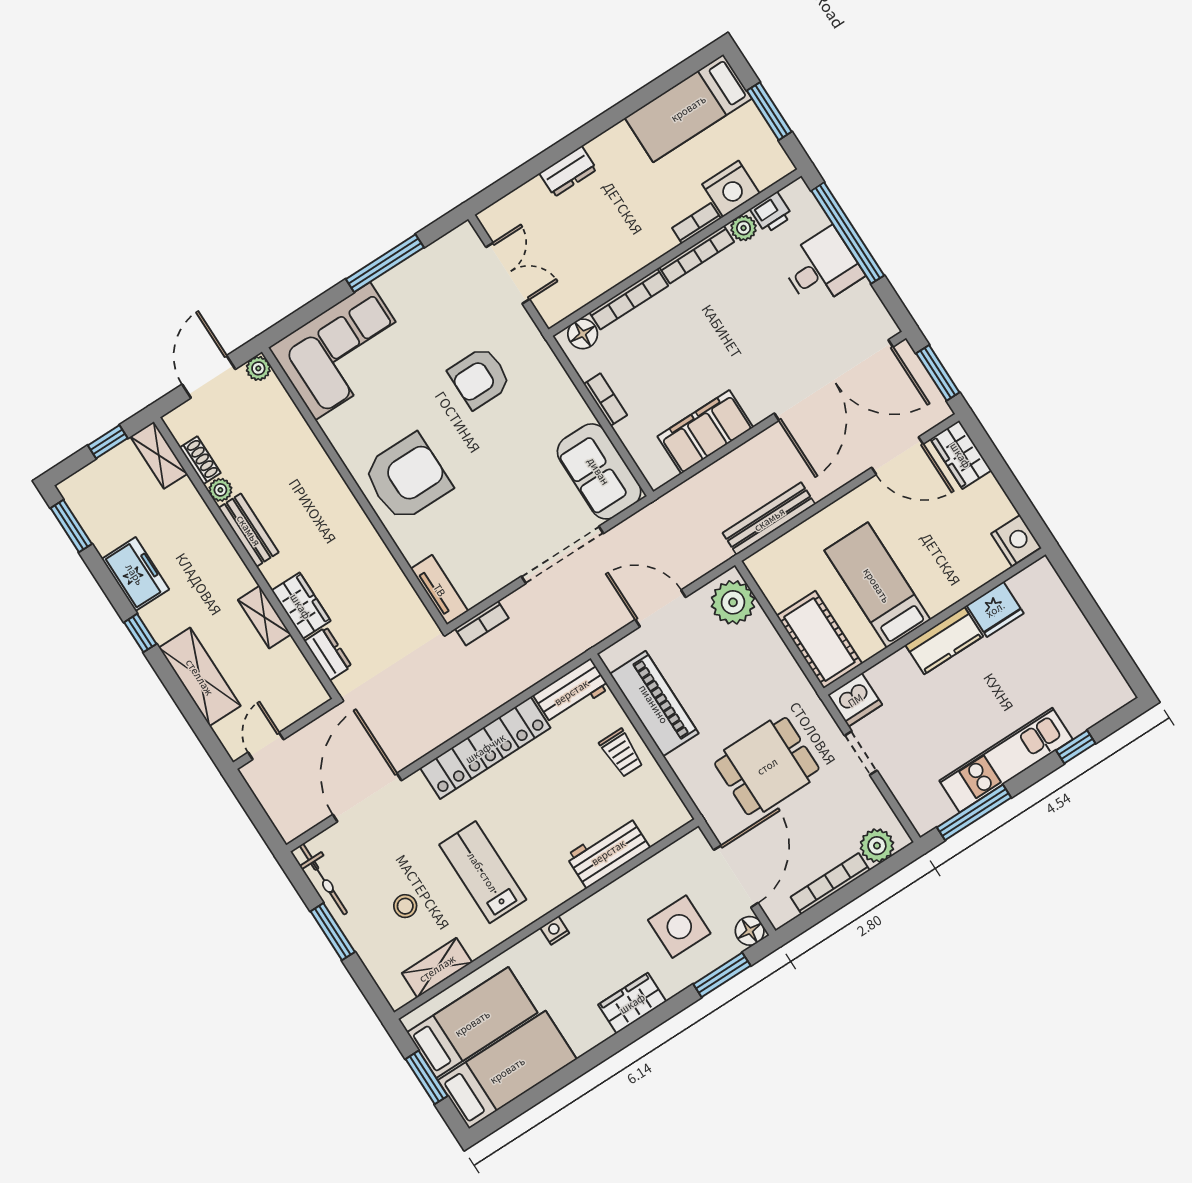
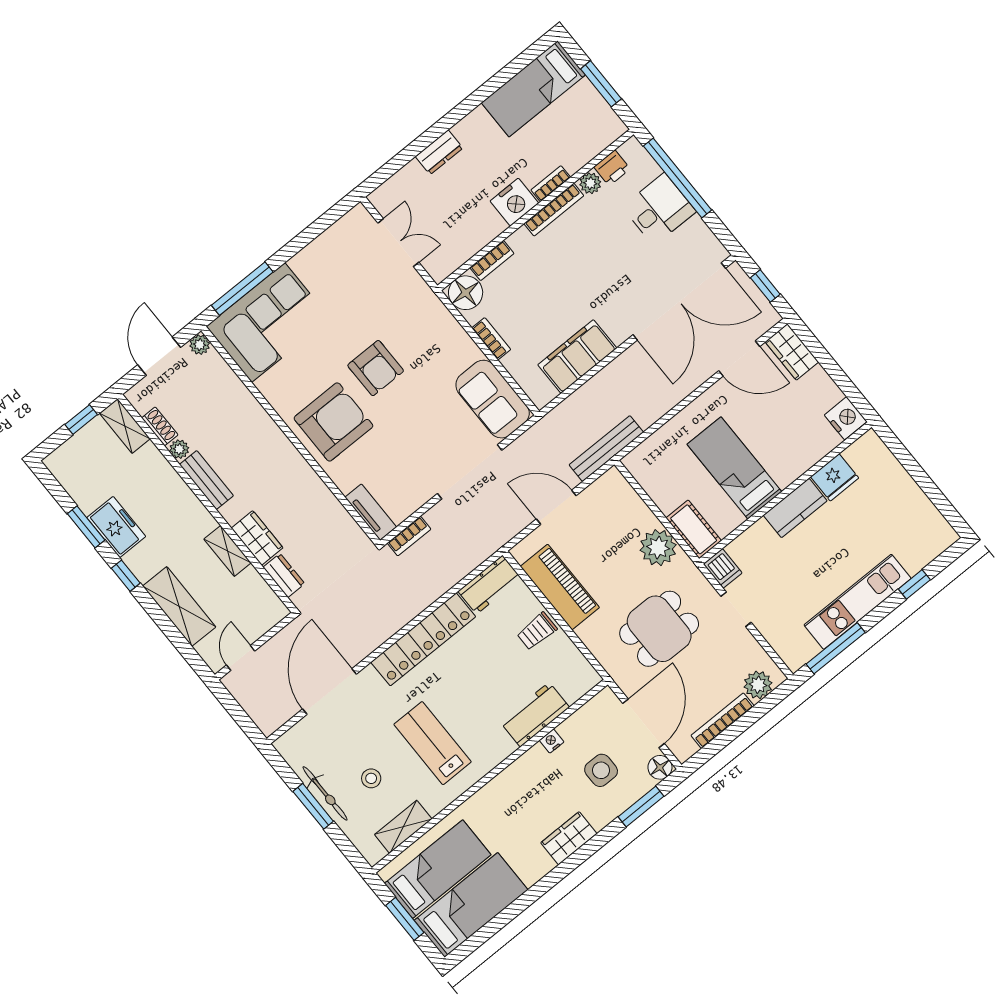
nightstand: (731, 189) -> (514, 202), moved
window: (385, 263) -> (242, 289), moved
bookcase: (629, 299) -> (492, 261), width x0.64
floor lamp: (583, 334) -> (466, 293), width x1.38, depth x1.38
window: (938, 373) -> (765, 286), width x0.67
armchair: (480, 378) -> (376, 368), moved, turned -90
bench: (769, 519) -> (606, 449), moved
window: (71, 526) -> (86, 527), moved
plant: (733, 602) -> (658, 548), moved
cot: (819, 640) -> (694, 529), width x0.73, depth x0.75
dishwasher: (855, 700) -> (723, 568), width x0.73
trolley: (621, 753) -> (537, 631), turned 90
bicycle: (323, 879) -> (325, 793), moved
side table: (679, 927) -> (601, 770), width x0.73, depth x0.73
nightstand: (555, 930) -> (552, 741), moved

